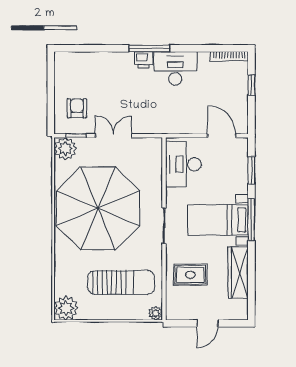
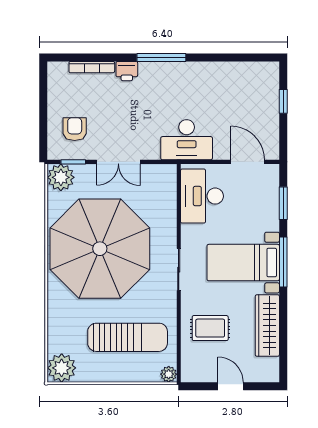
bookcase: (229, 56) -> (92, 67), moved
printer: (143, 60) -> (127, 71), moved
desk: (175, 68) -> (187, 140), moved, turned 180
double door: (113, 136) -> (118, 162), swing flipped
door: (207, 323) -> (231, 386), swing flipped

